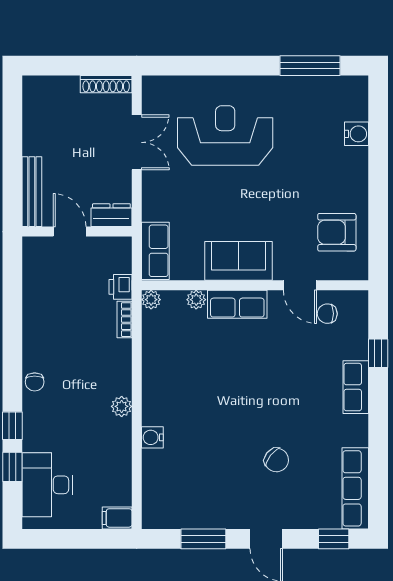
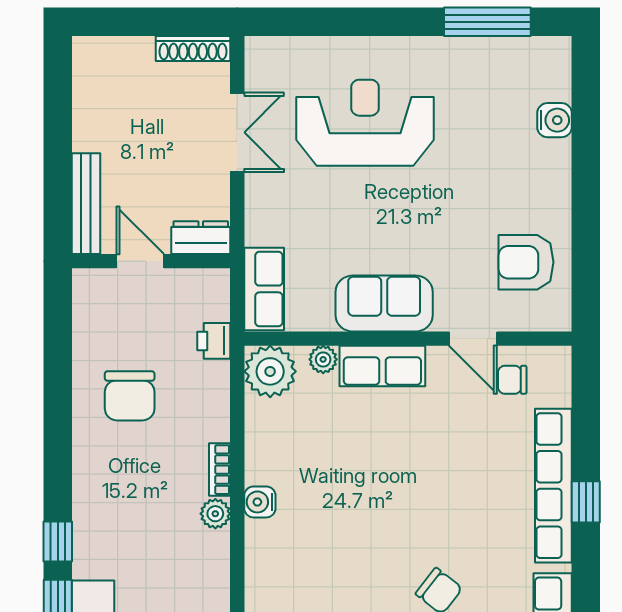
plant: (151, 300) -> (270, 371), width x1.88, depth x1.88
bookcase: (125, 320) -> (220, 470), moved
window: (378, 353) -> (586, 502), moved
chair: (35, 382) -> (130, 396), moved, width x1.87, depth x1.87
row of seats: (356, 387) -> (553, 486), width x2.02
water cooler: (152, 437) -> (260, 502), moved

